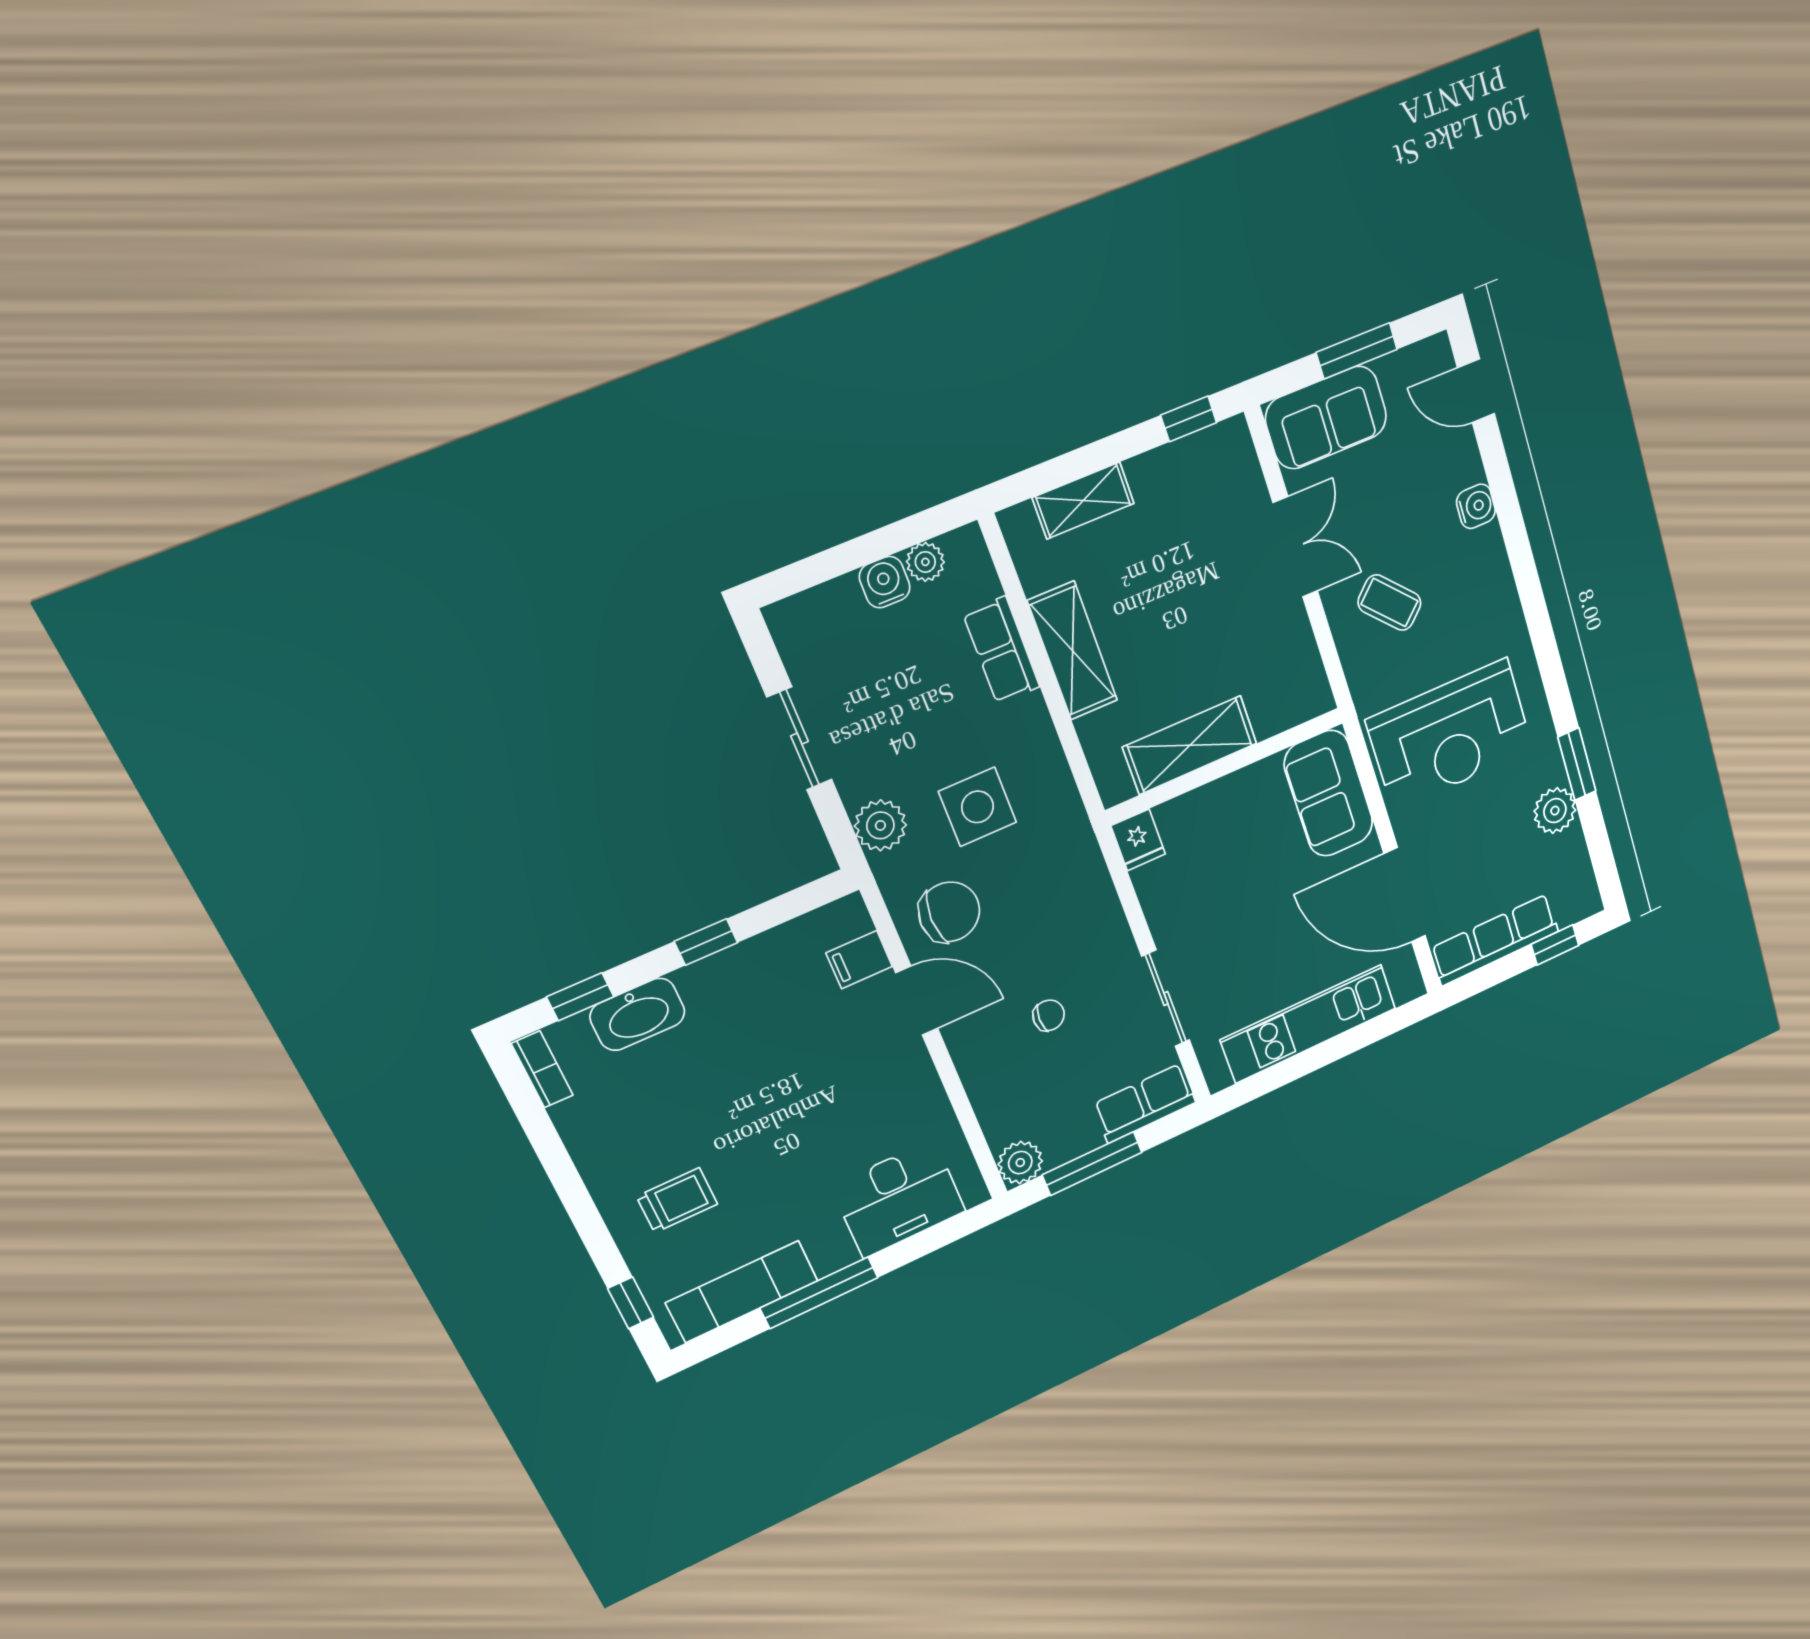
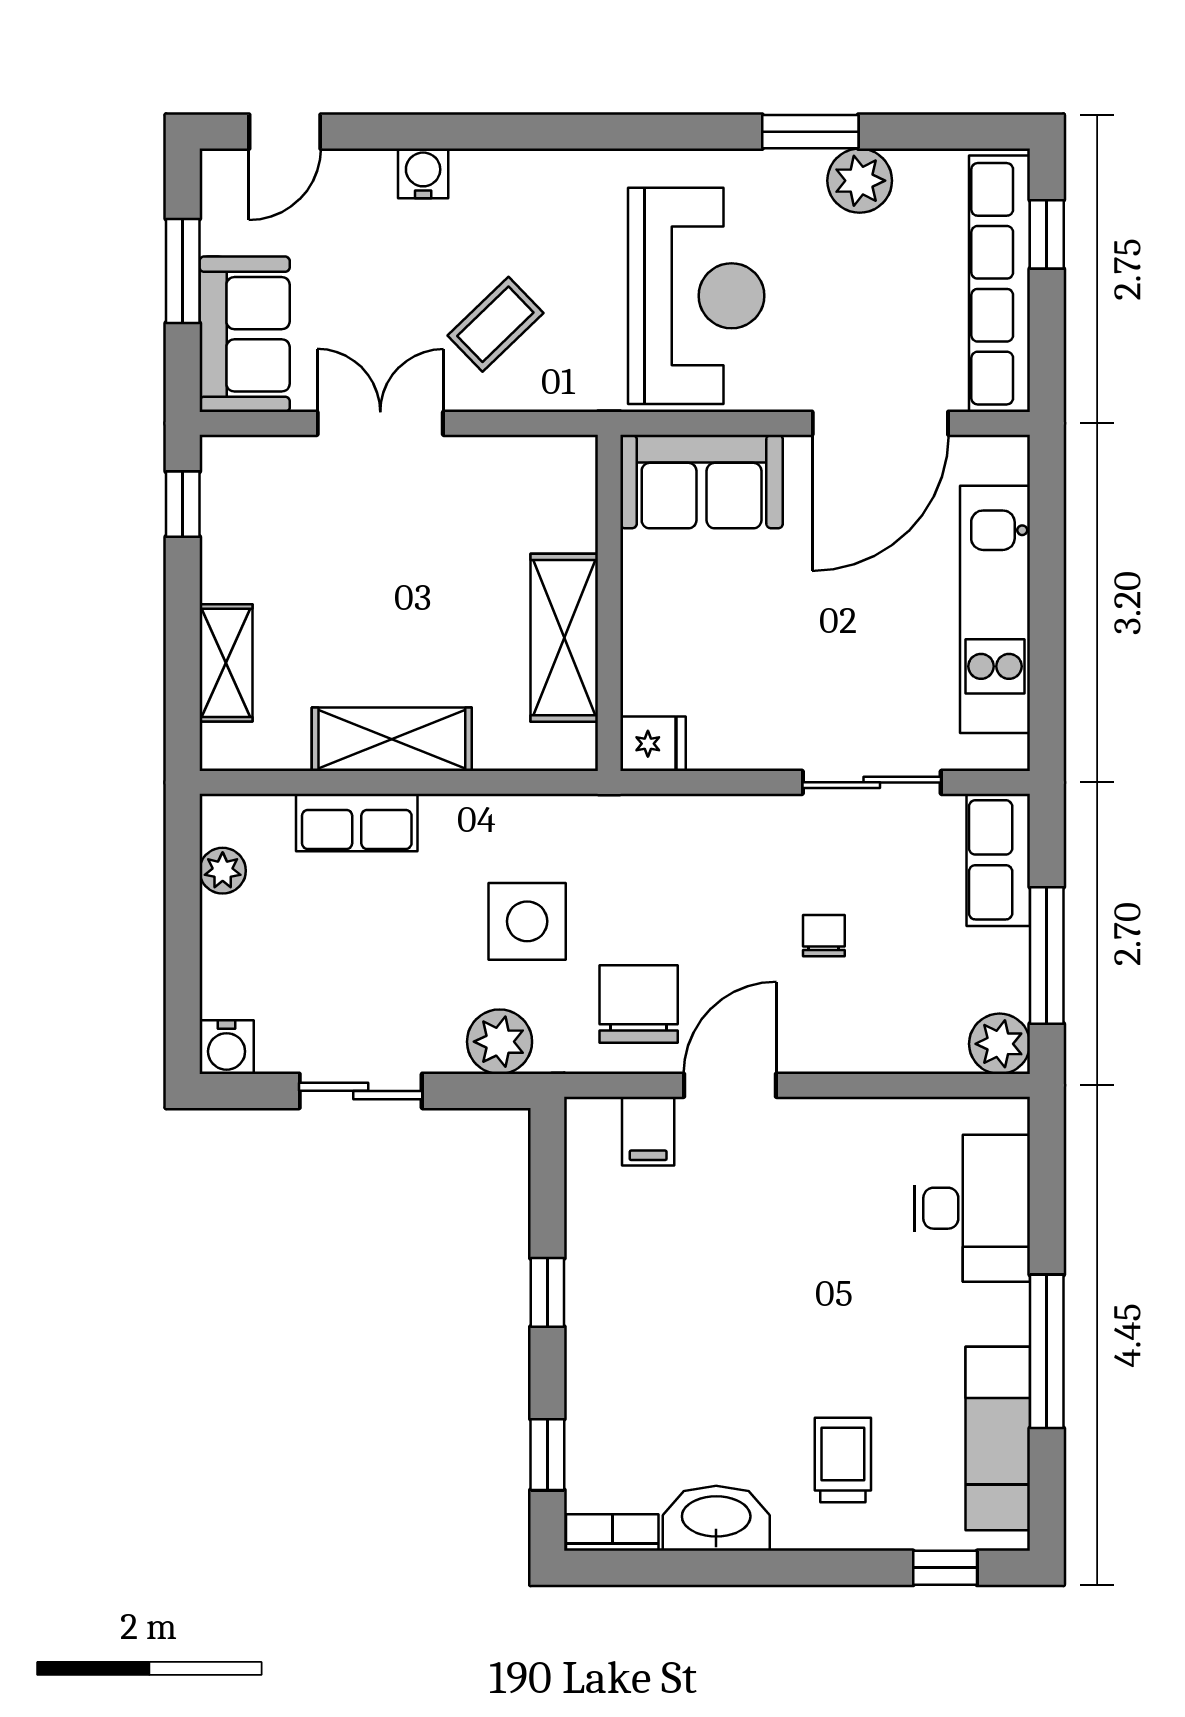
water cooler: (885, 582) -> (227, 1047), moved, turned -90
row of seats: (1495, 940) -> (999, 284), width x1.36
washbasin: (637, 1014) -> (716, 1518), moved, turned -90

